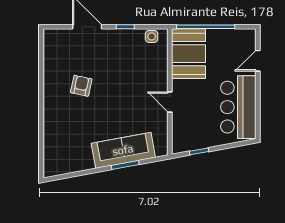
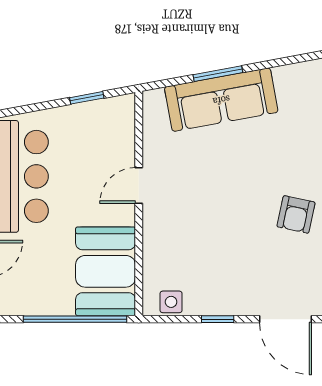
door: (170, 102) -> (139, 186), swing flipped

